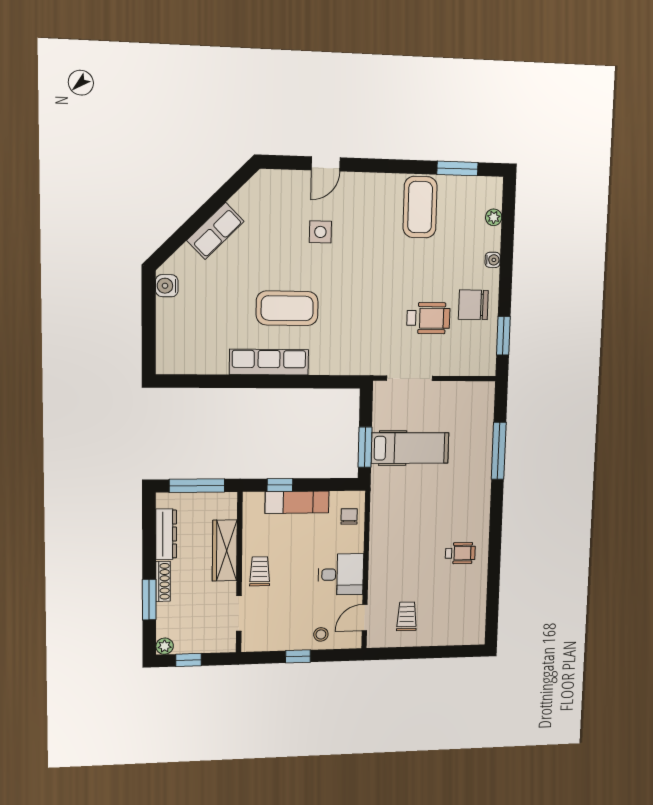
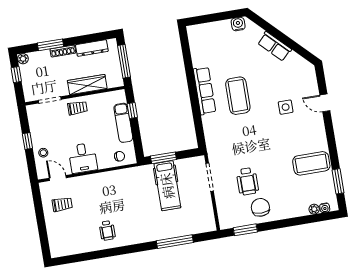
water cooler: (493, 260) -> (325, 208), moved

